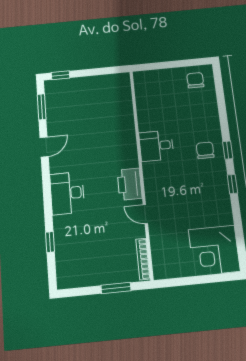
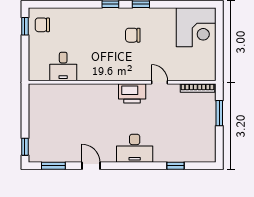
window: (191, 63) -> (25, 26), added
desk: (156, 146) -> (63, 66), moved
chair: (205, 150) -> (133, 35), moved
door: (145, 214) -> (160, 82), swing flipped

